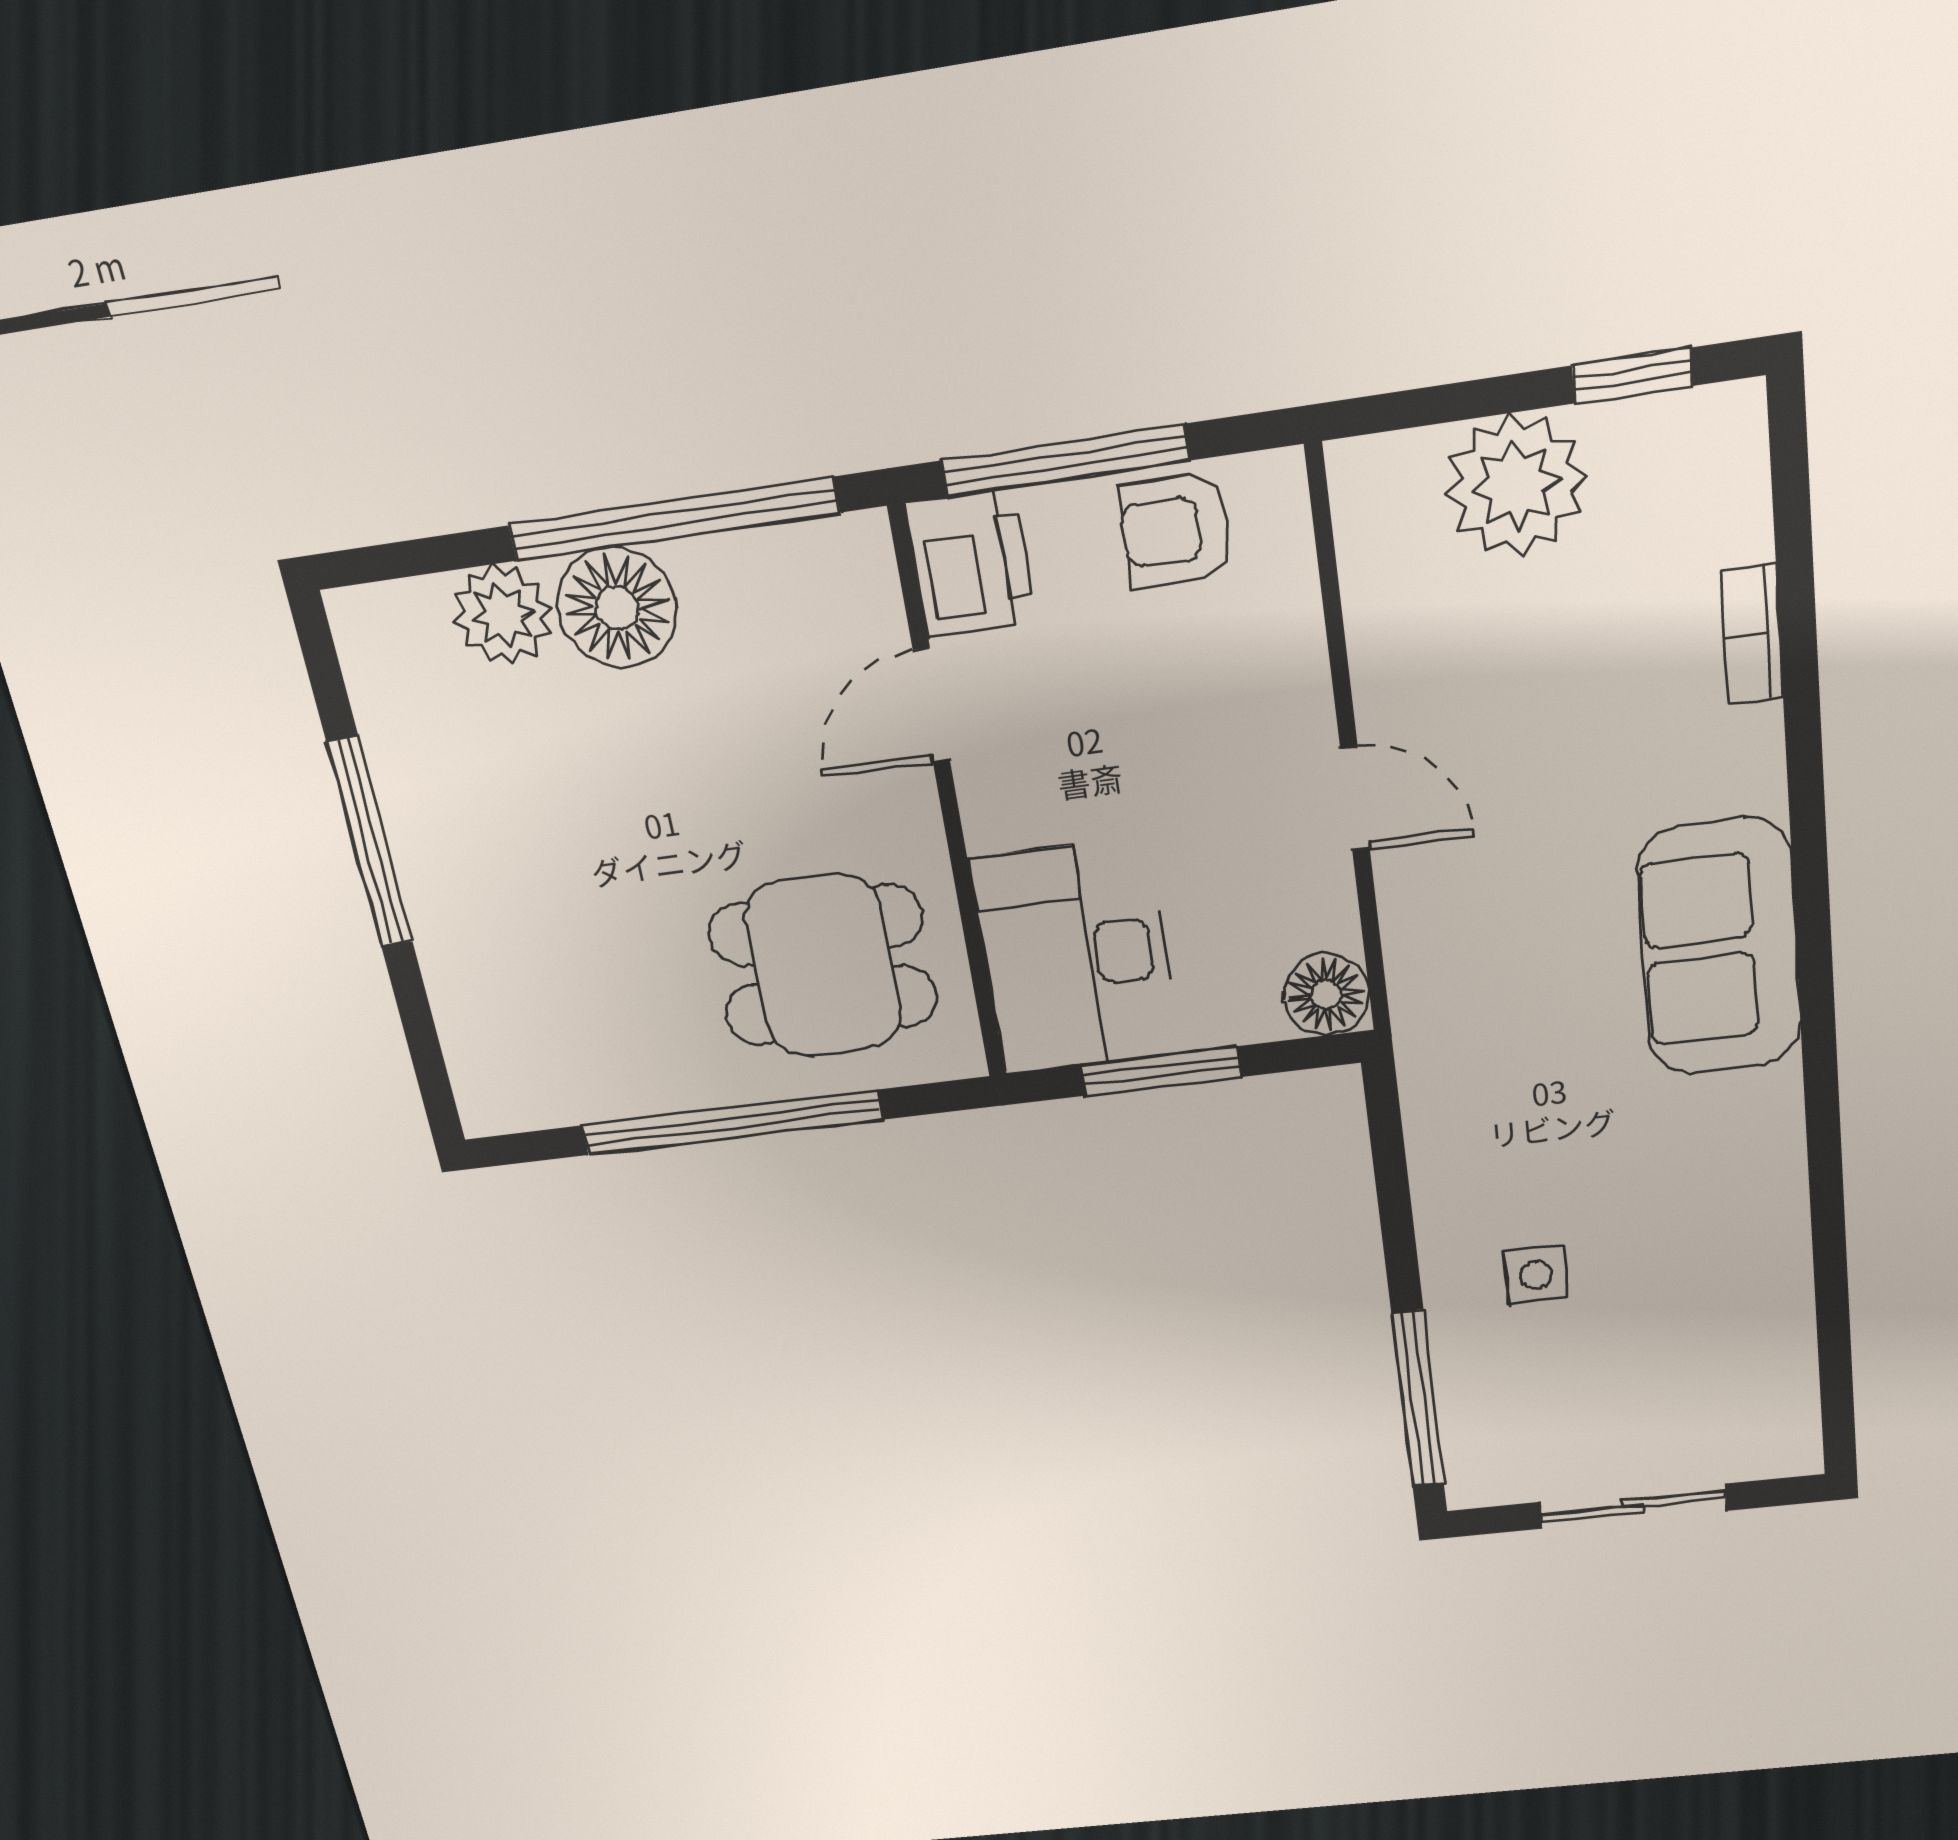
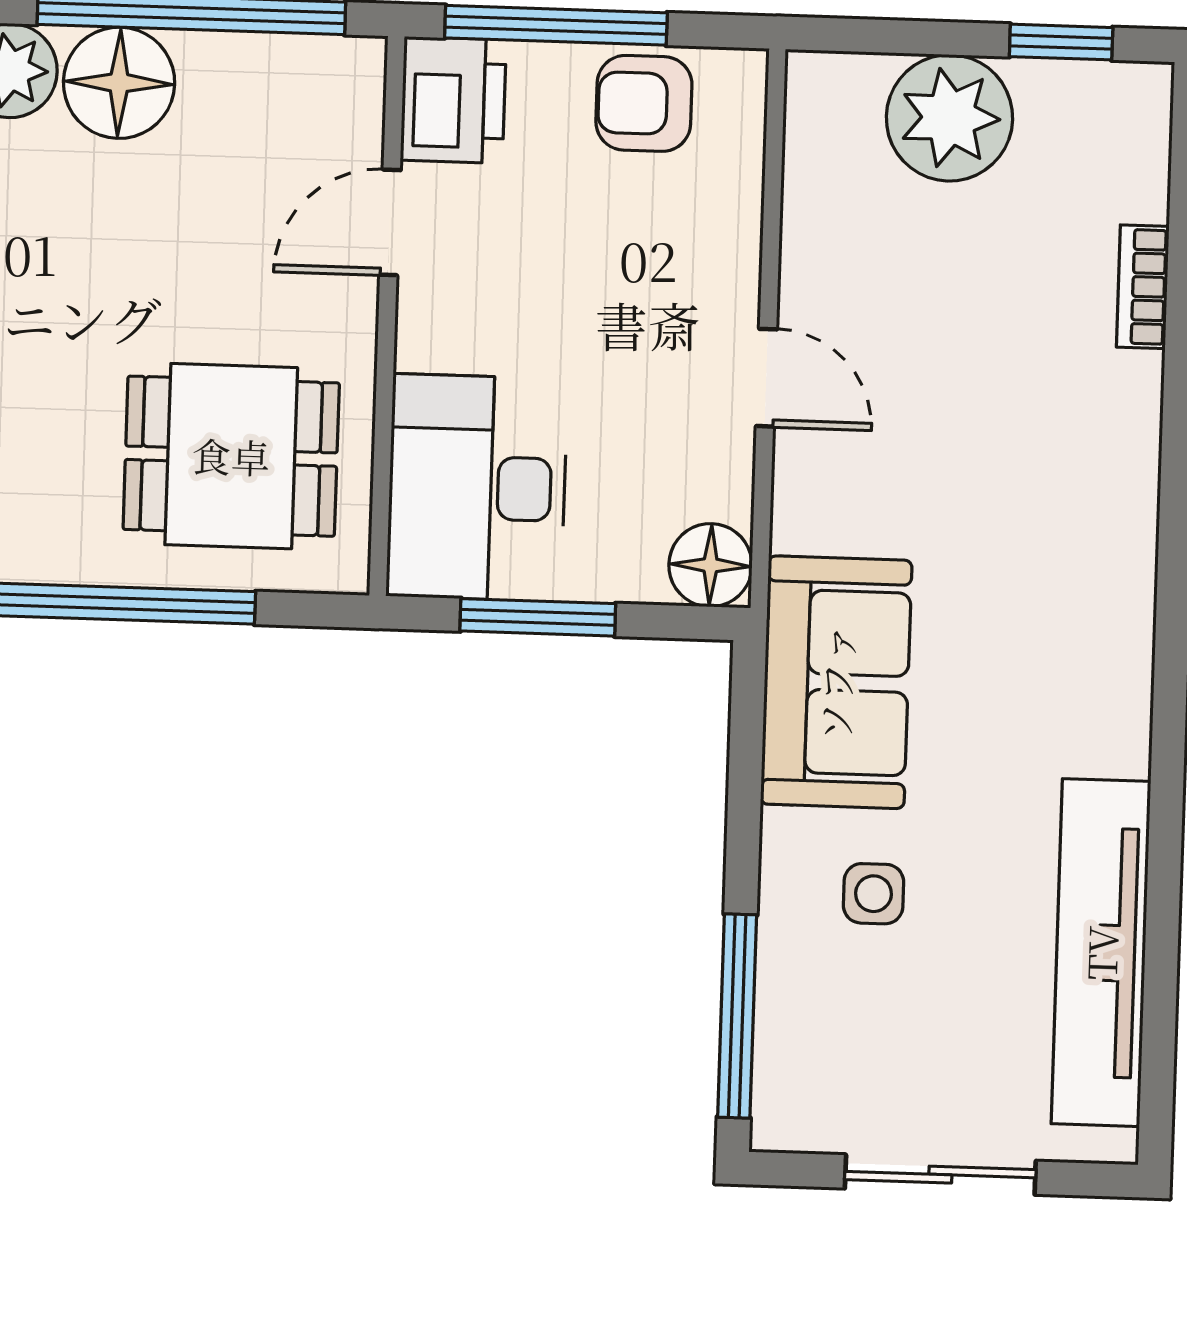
sofa: (1719, 948) -> (836, 682), moved, turned 180
tv unit: (1770, 1296) -> (1101, 953), added

